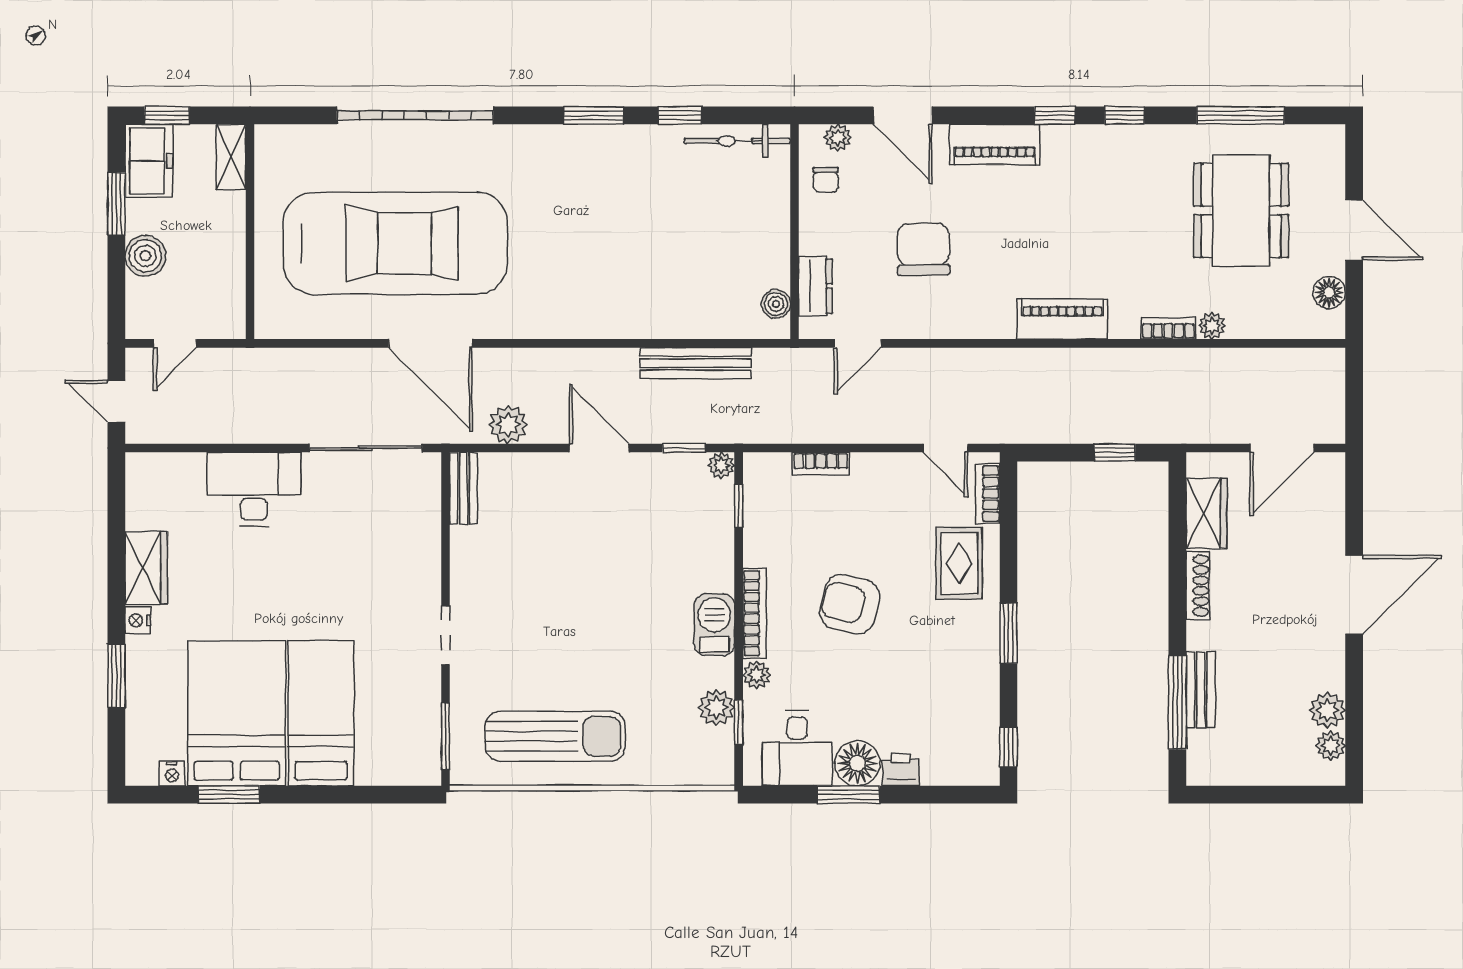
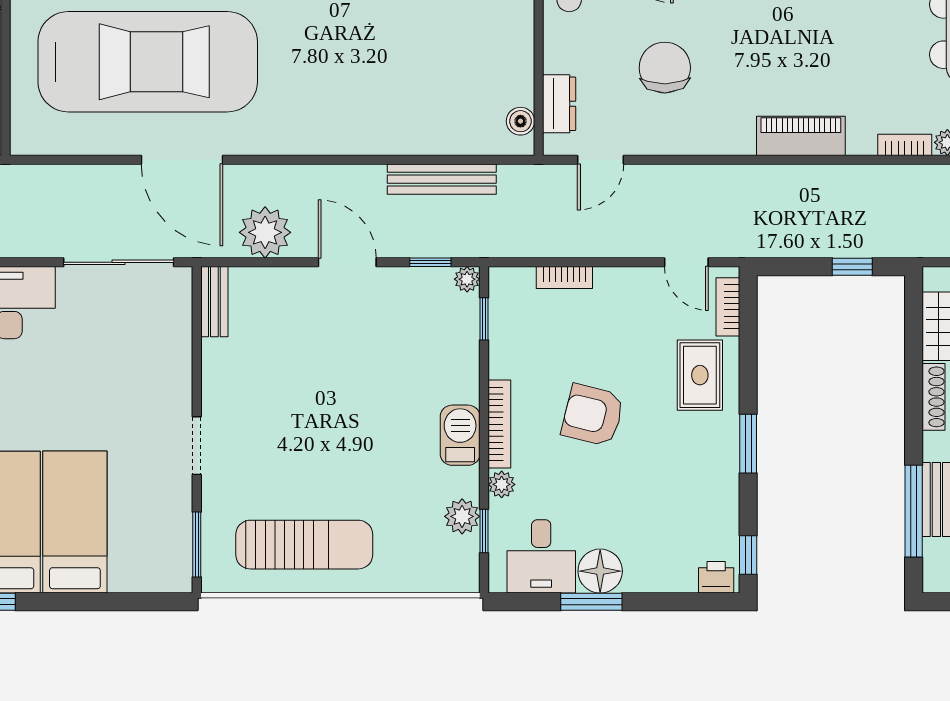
plant: (508, 425) -> (265, 232), width x1.36, depth x1.36
printer: (901, 770) -> (716, 577), moved

